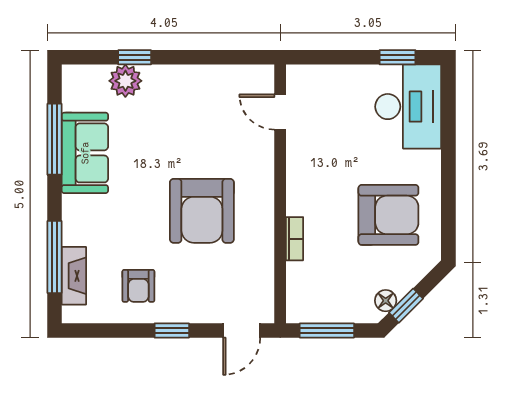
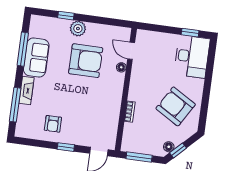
plant: (125, 81) -> (78, 29), moved
floor lamp: (264, 149) -> (121, 67), added
armchair: (202, 211) -> (86, 61), moved, turned -90
armchair: (388, 215) -> (176, 106), turned -149
fireplace: (74, 276) -> (26, 90), moved

